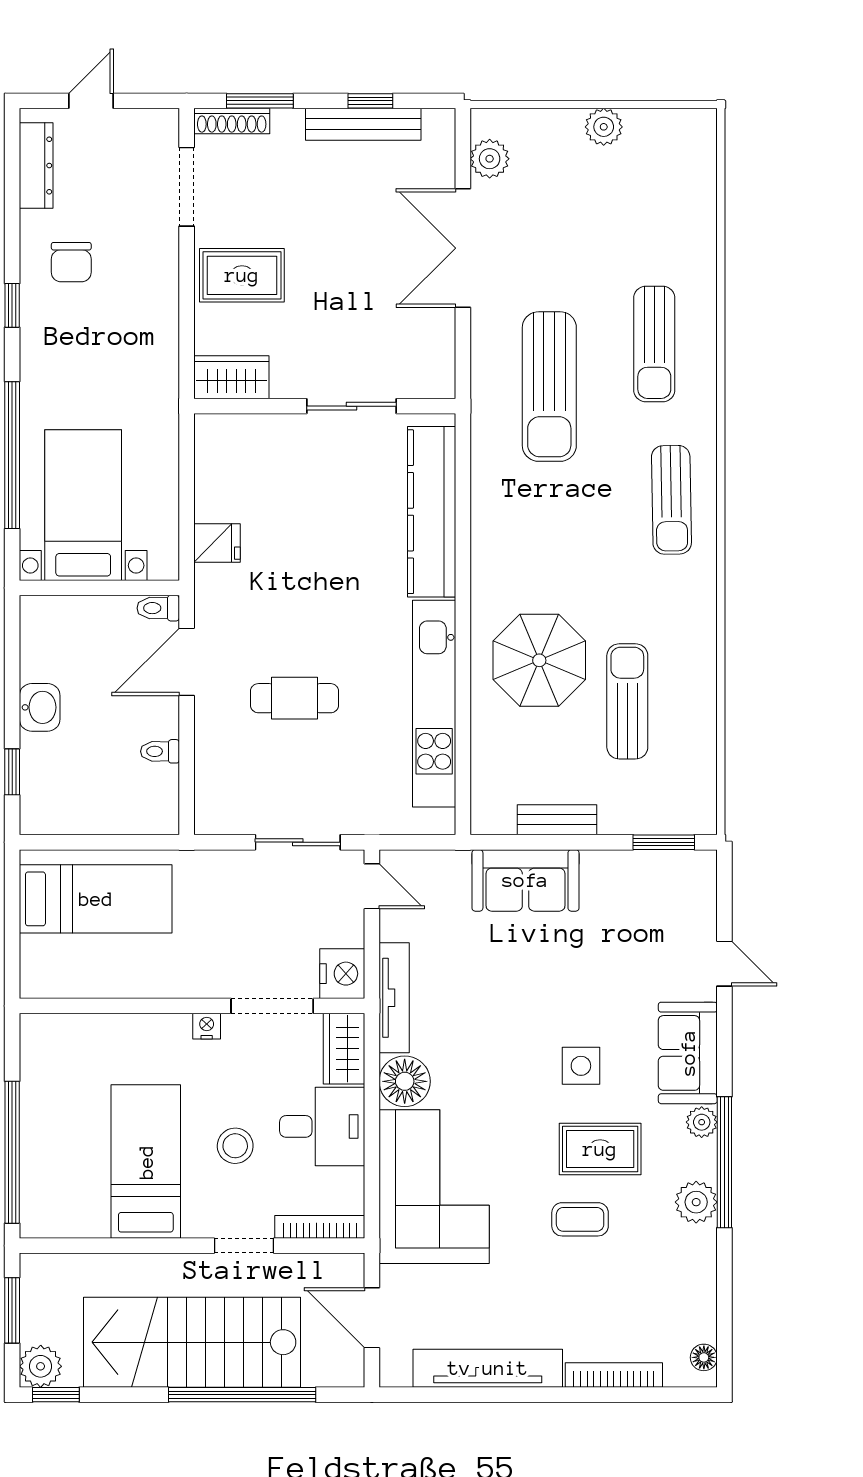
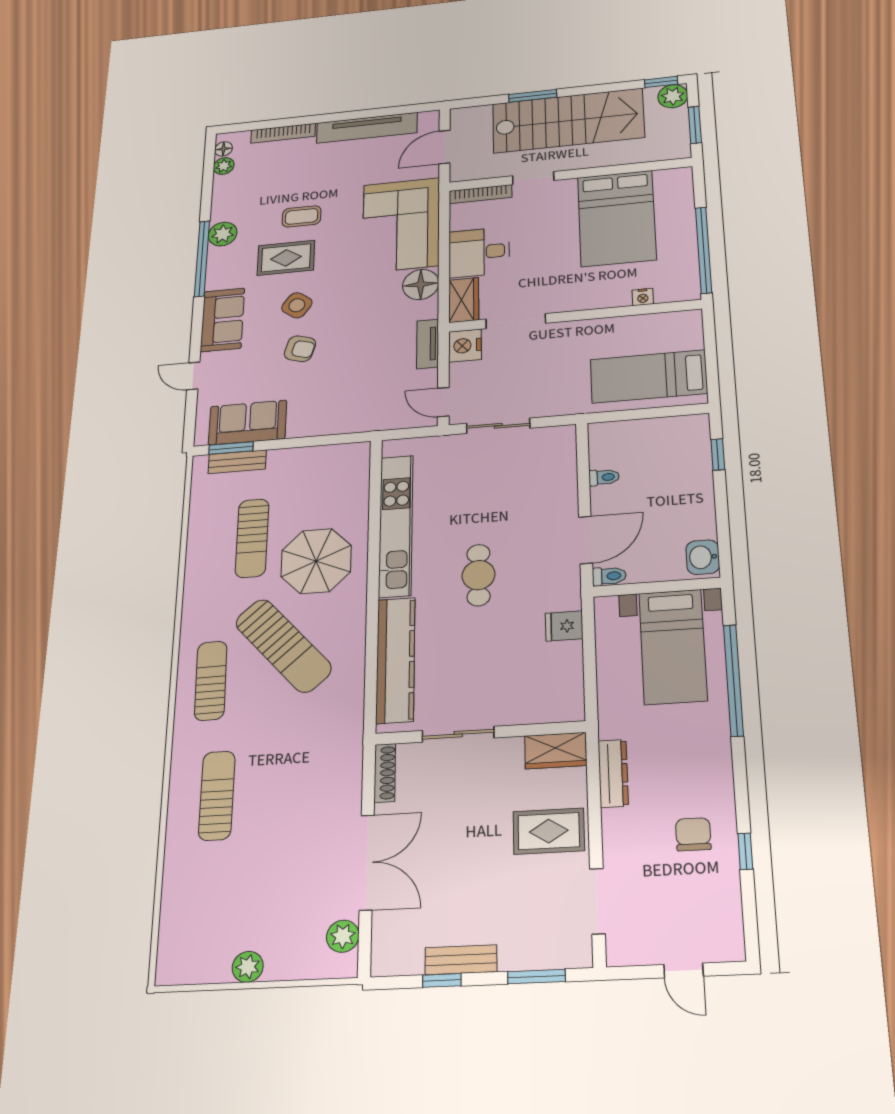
door: (91, 101) -> (684, 970), hinge flipped
shoe rack: (232, 121) -> (385, 773), moved, turned 90
bench: (363, 124) -> (461, 960), width x0.73
dresser: (36, 166) -> (613, 773), moved, turned 180
window: (12, 305) -> (745, 851), moved
sun lounger: (549, 387) -> (283, 646), moved, turned 138
cafe table: (295, 698) -> (478, 575), moved, turned 90
washbasin: (40, 707) -> (703, 557), moved
bench: (557, 820) -> (237, 462), moved
sofa: (525, 880) -> (248, 423), moved
armchair: (574, 993) -> (300, 349), added
tv unit: (394, 998) -> (428, 344), width x0.71
nightstand: (207, 1026) -> (643, 297), moved
side table: (581, 1066) -> (297, 305), turned 36
plant: (702, 1122) -> (224, 166), moved
stool: (235, 1146) -> (541, 235), removed
window: (12, 1152) -> (704, 250), moved
bed: (146, 1162) -> (617, 218), width x1.50
door: (372, 1318) -> (444, 147), swing flipped
window: (242, 1395) -> (533, 96), width x0.47

